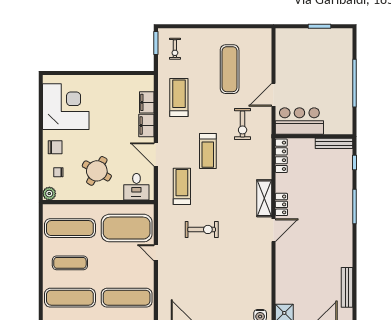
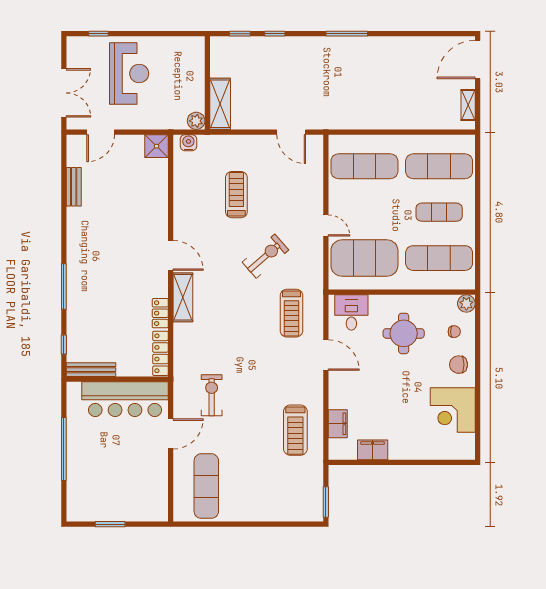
exercise bike: (175, 49) -> (301, 494), removed
exercise mat: (230, 69) -> (206, 486), moved
corner desk: (66, 107) -> (453, 410), width x0.74, depth x0.74
bar counter: (299, 121) -> (125, 399), width x1.36
filing cabinet: (146, 126) -> (373, 450), moved, turned -90
treadmill: (208, 151) -> (236, 195), moved
round table: (97, 171) -> (404, 333), turned -30
locker: (281, 204) -> (160, 313), moved
exercise bike: (202, 229) -> (265, 256), turned 139
door: (274, 230) -> (171, 255), swing flipped
bench: (347, 287) -> (74, 187), width x0.73

